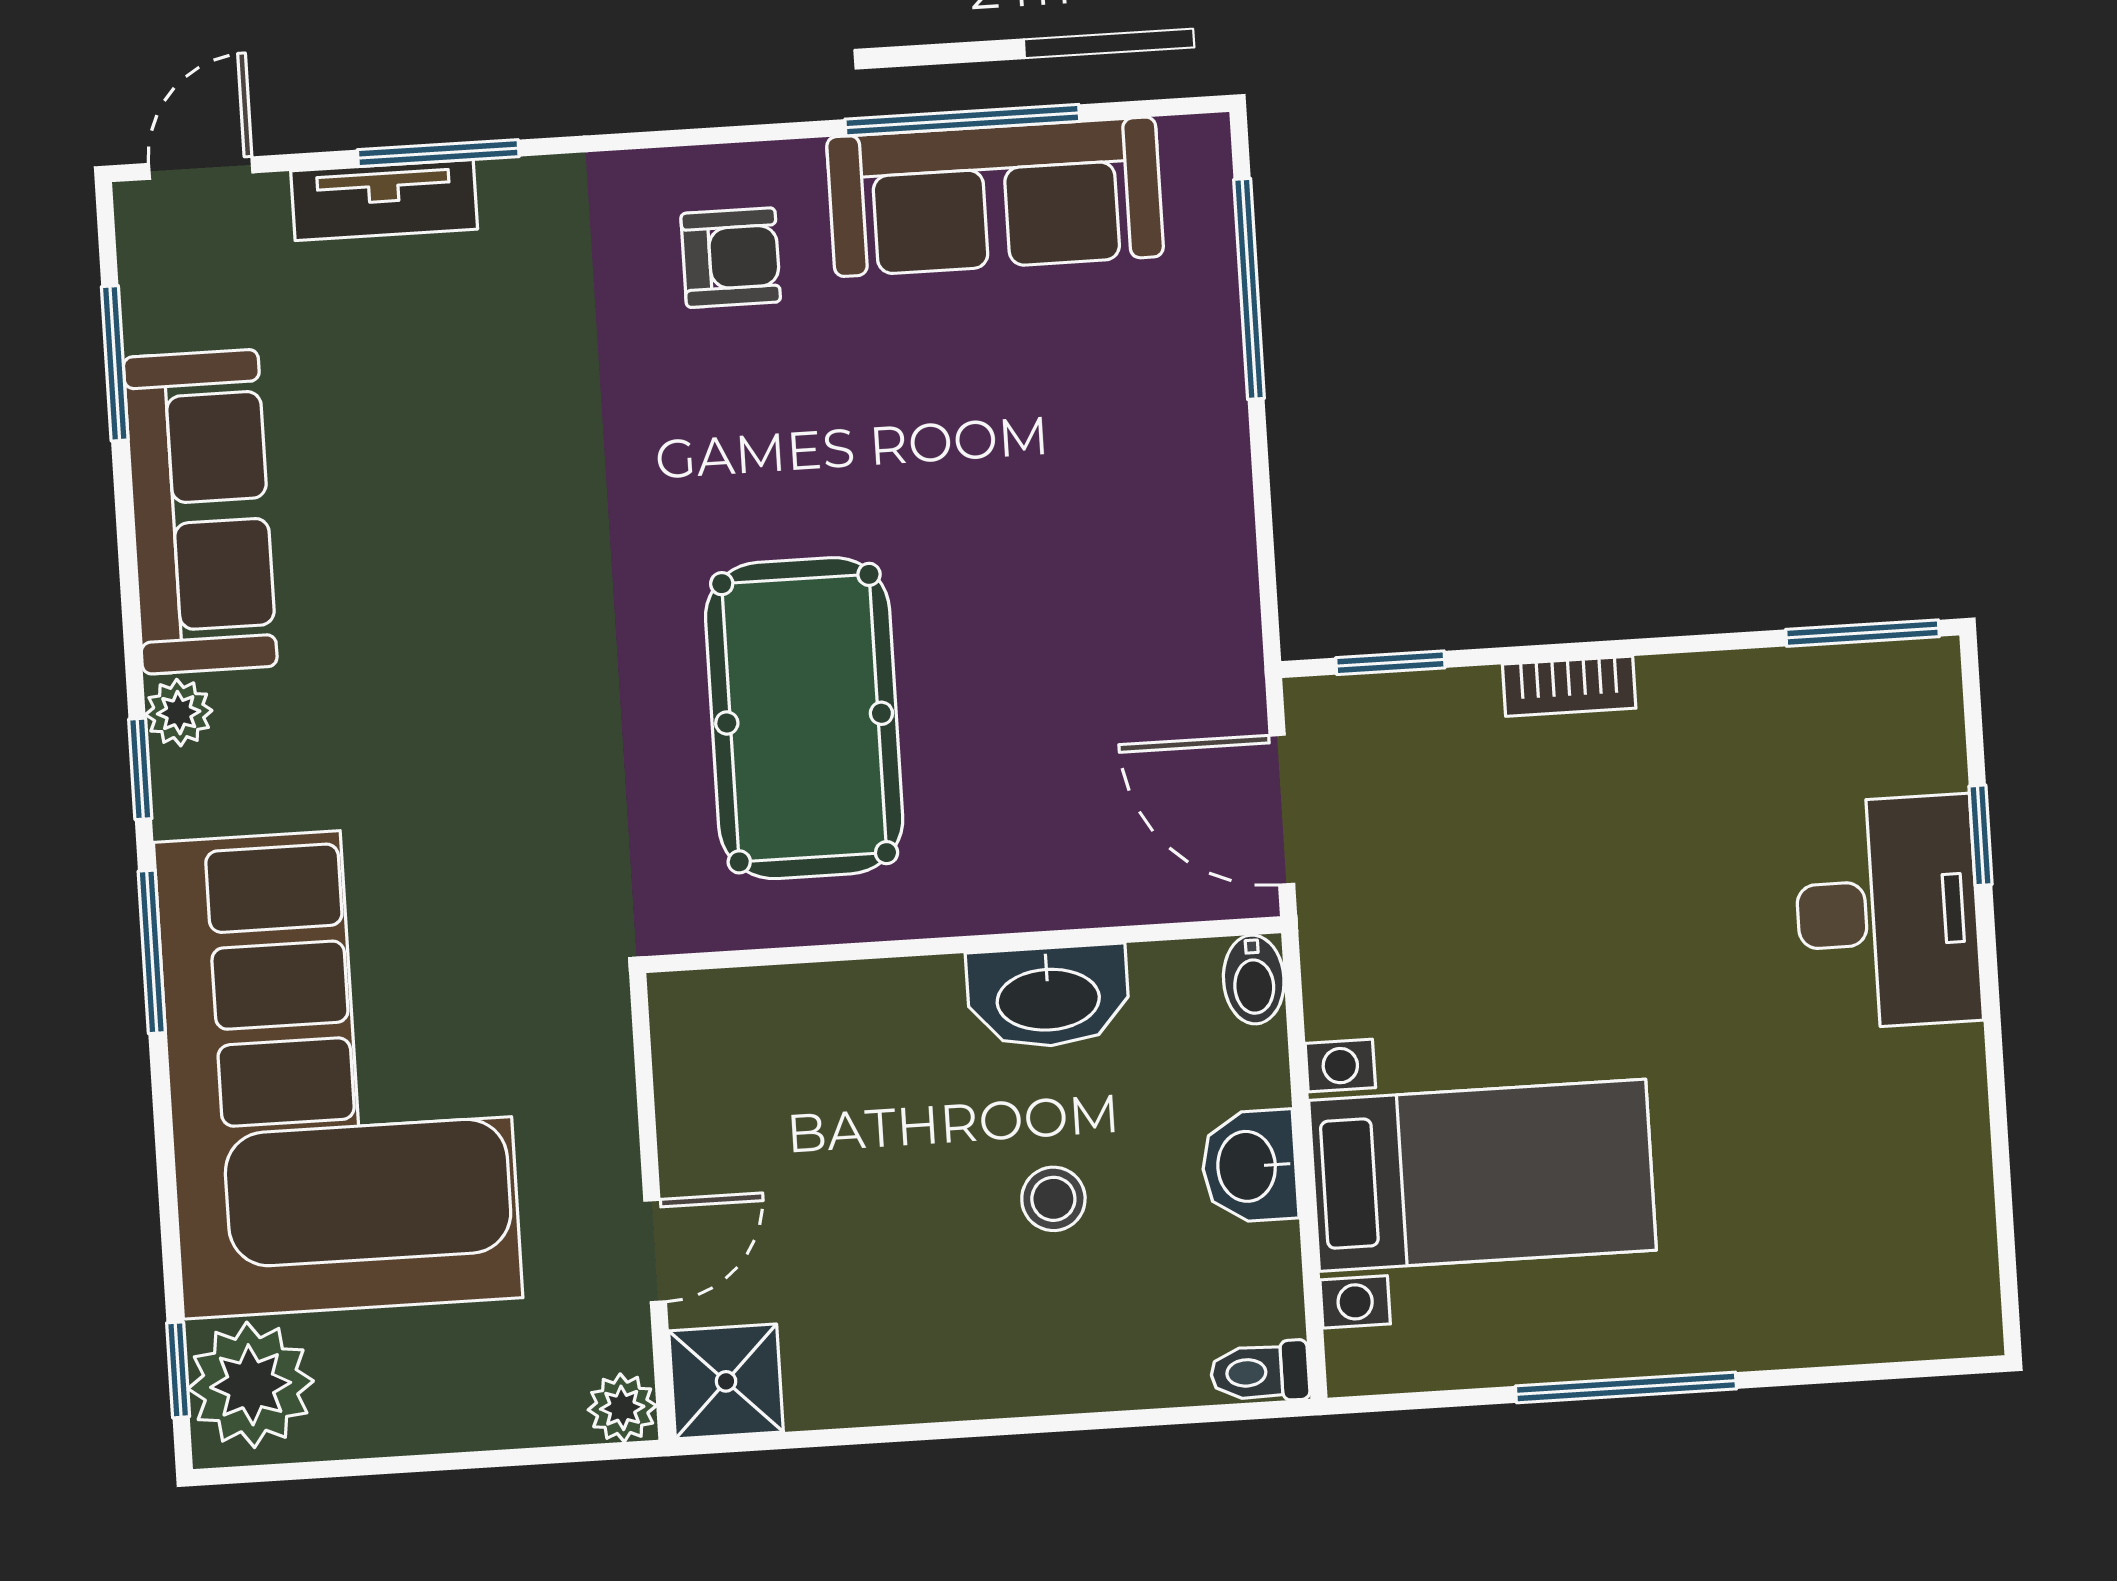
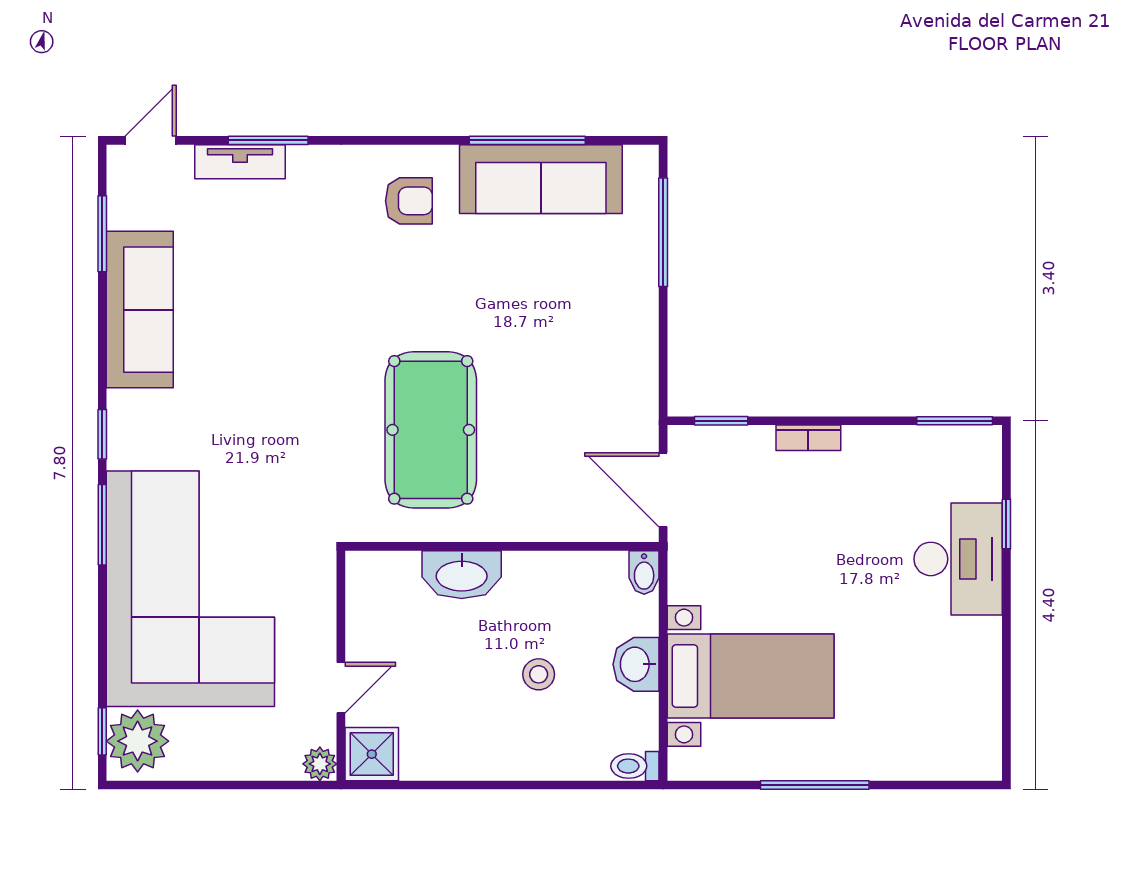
plant: (179, 713) -> (123, 408), removed
washbasin: (1048, 997) -> (462, 575), moved

